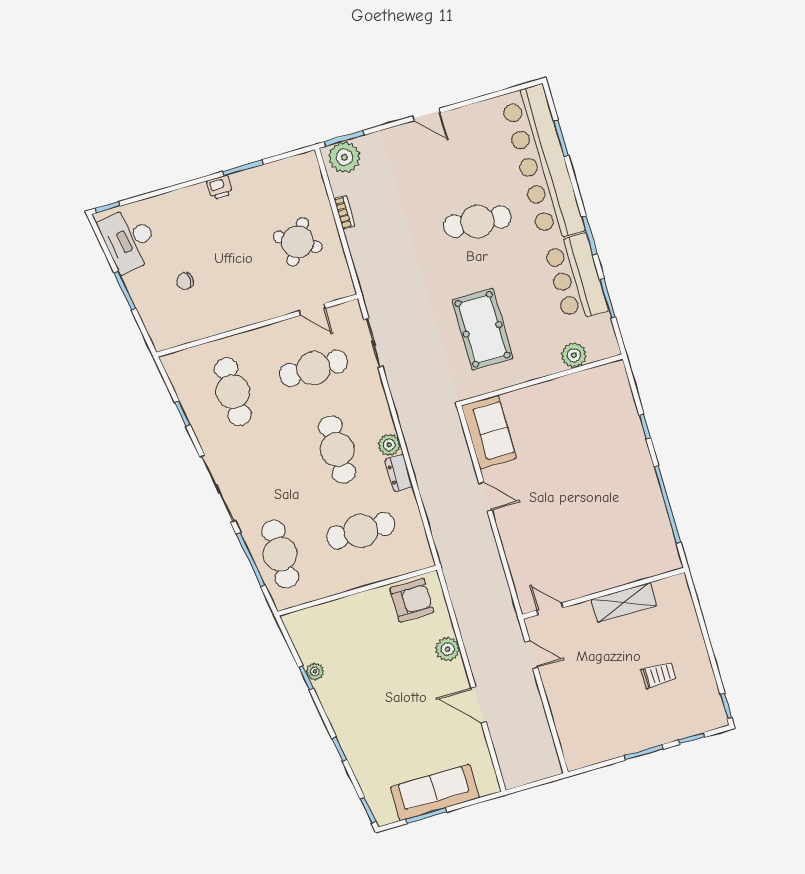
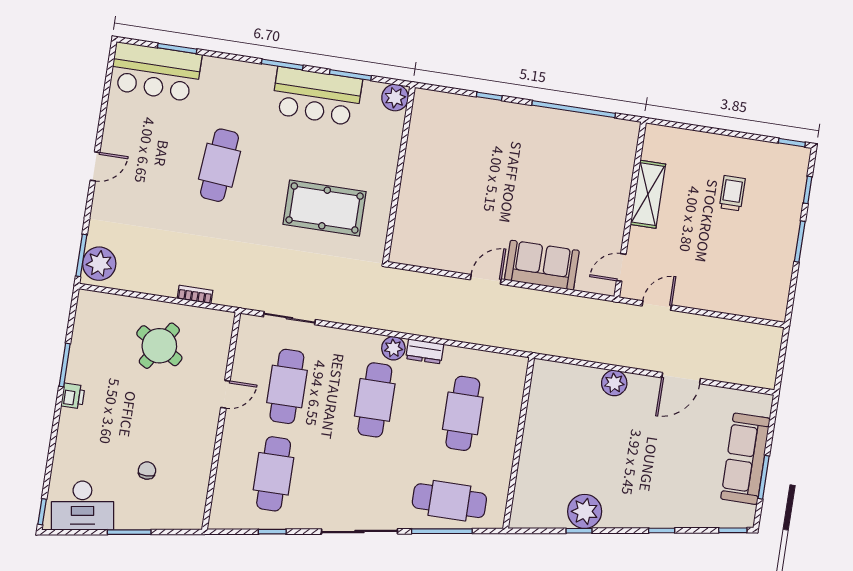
bar counter: (542, 163) -> (156, 72), width x0.54
bookcase: (344, 212) -> (195, 295), moved
chair: (185, 281) -> (147, 471), turned 180
door: (312, 309) -> (225, 394), moved
plant: (574, 355) -> (395, 98), moved
cafe table: (233, 392) -> (274, 474), turned 90
sofa: (489, 432) -> (542, 265), moved
cafe table: (337, 449) -> (375, 400), turned 90
armchair: (412, 600) -> (552, 396), removed
plant: (315, 671) -> (585, 511), width x1.88, depth x1.88

